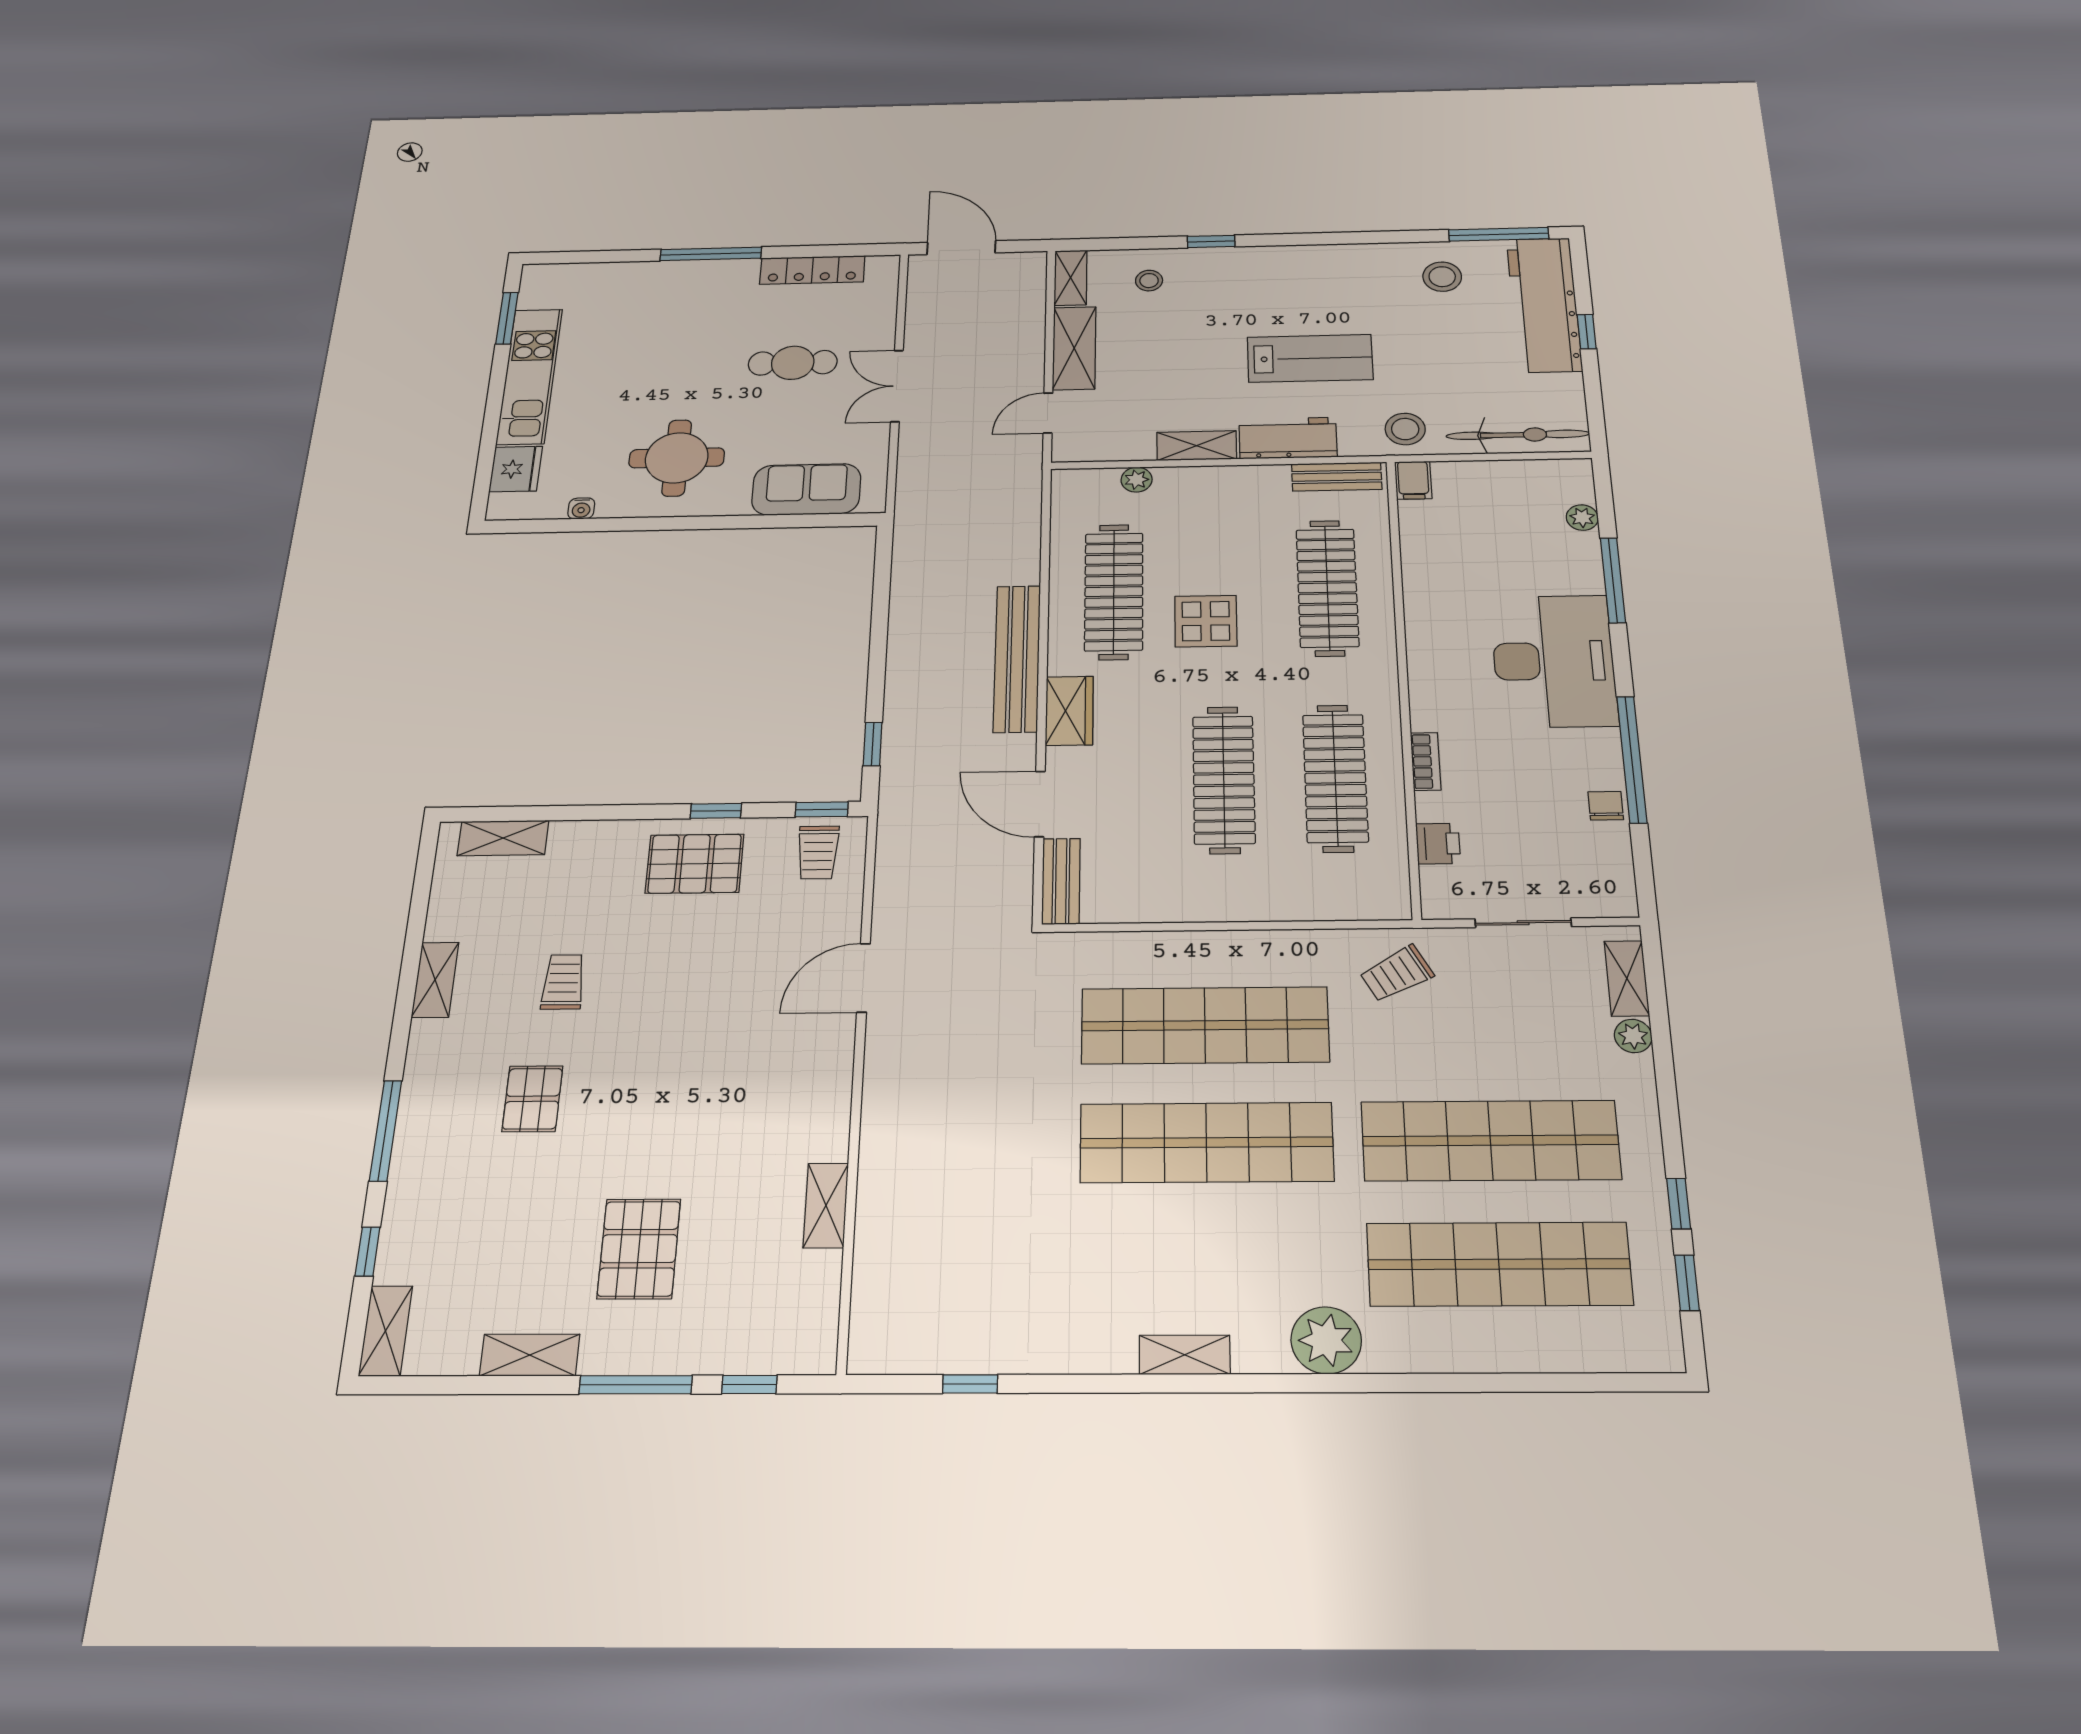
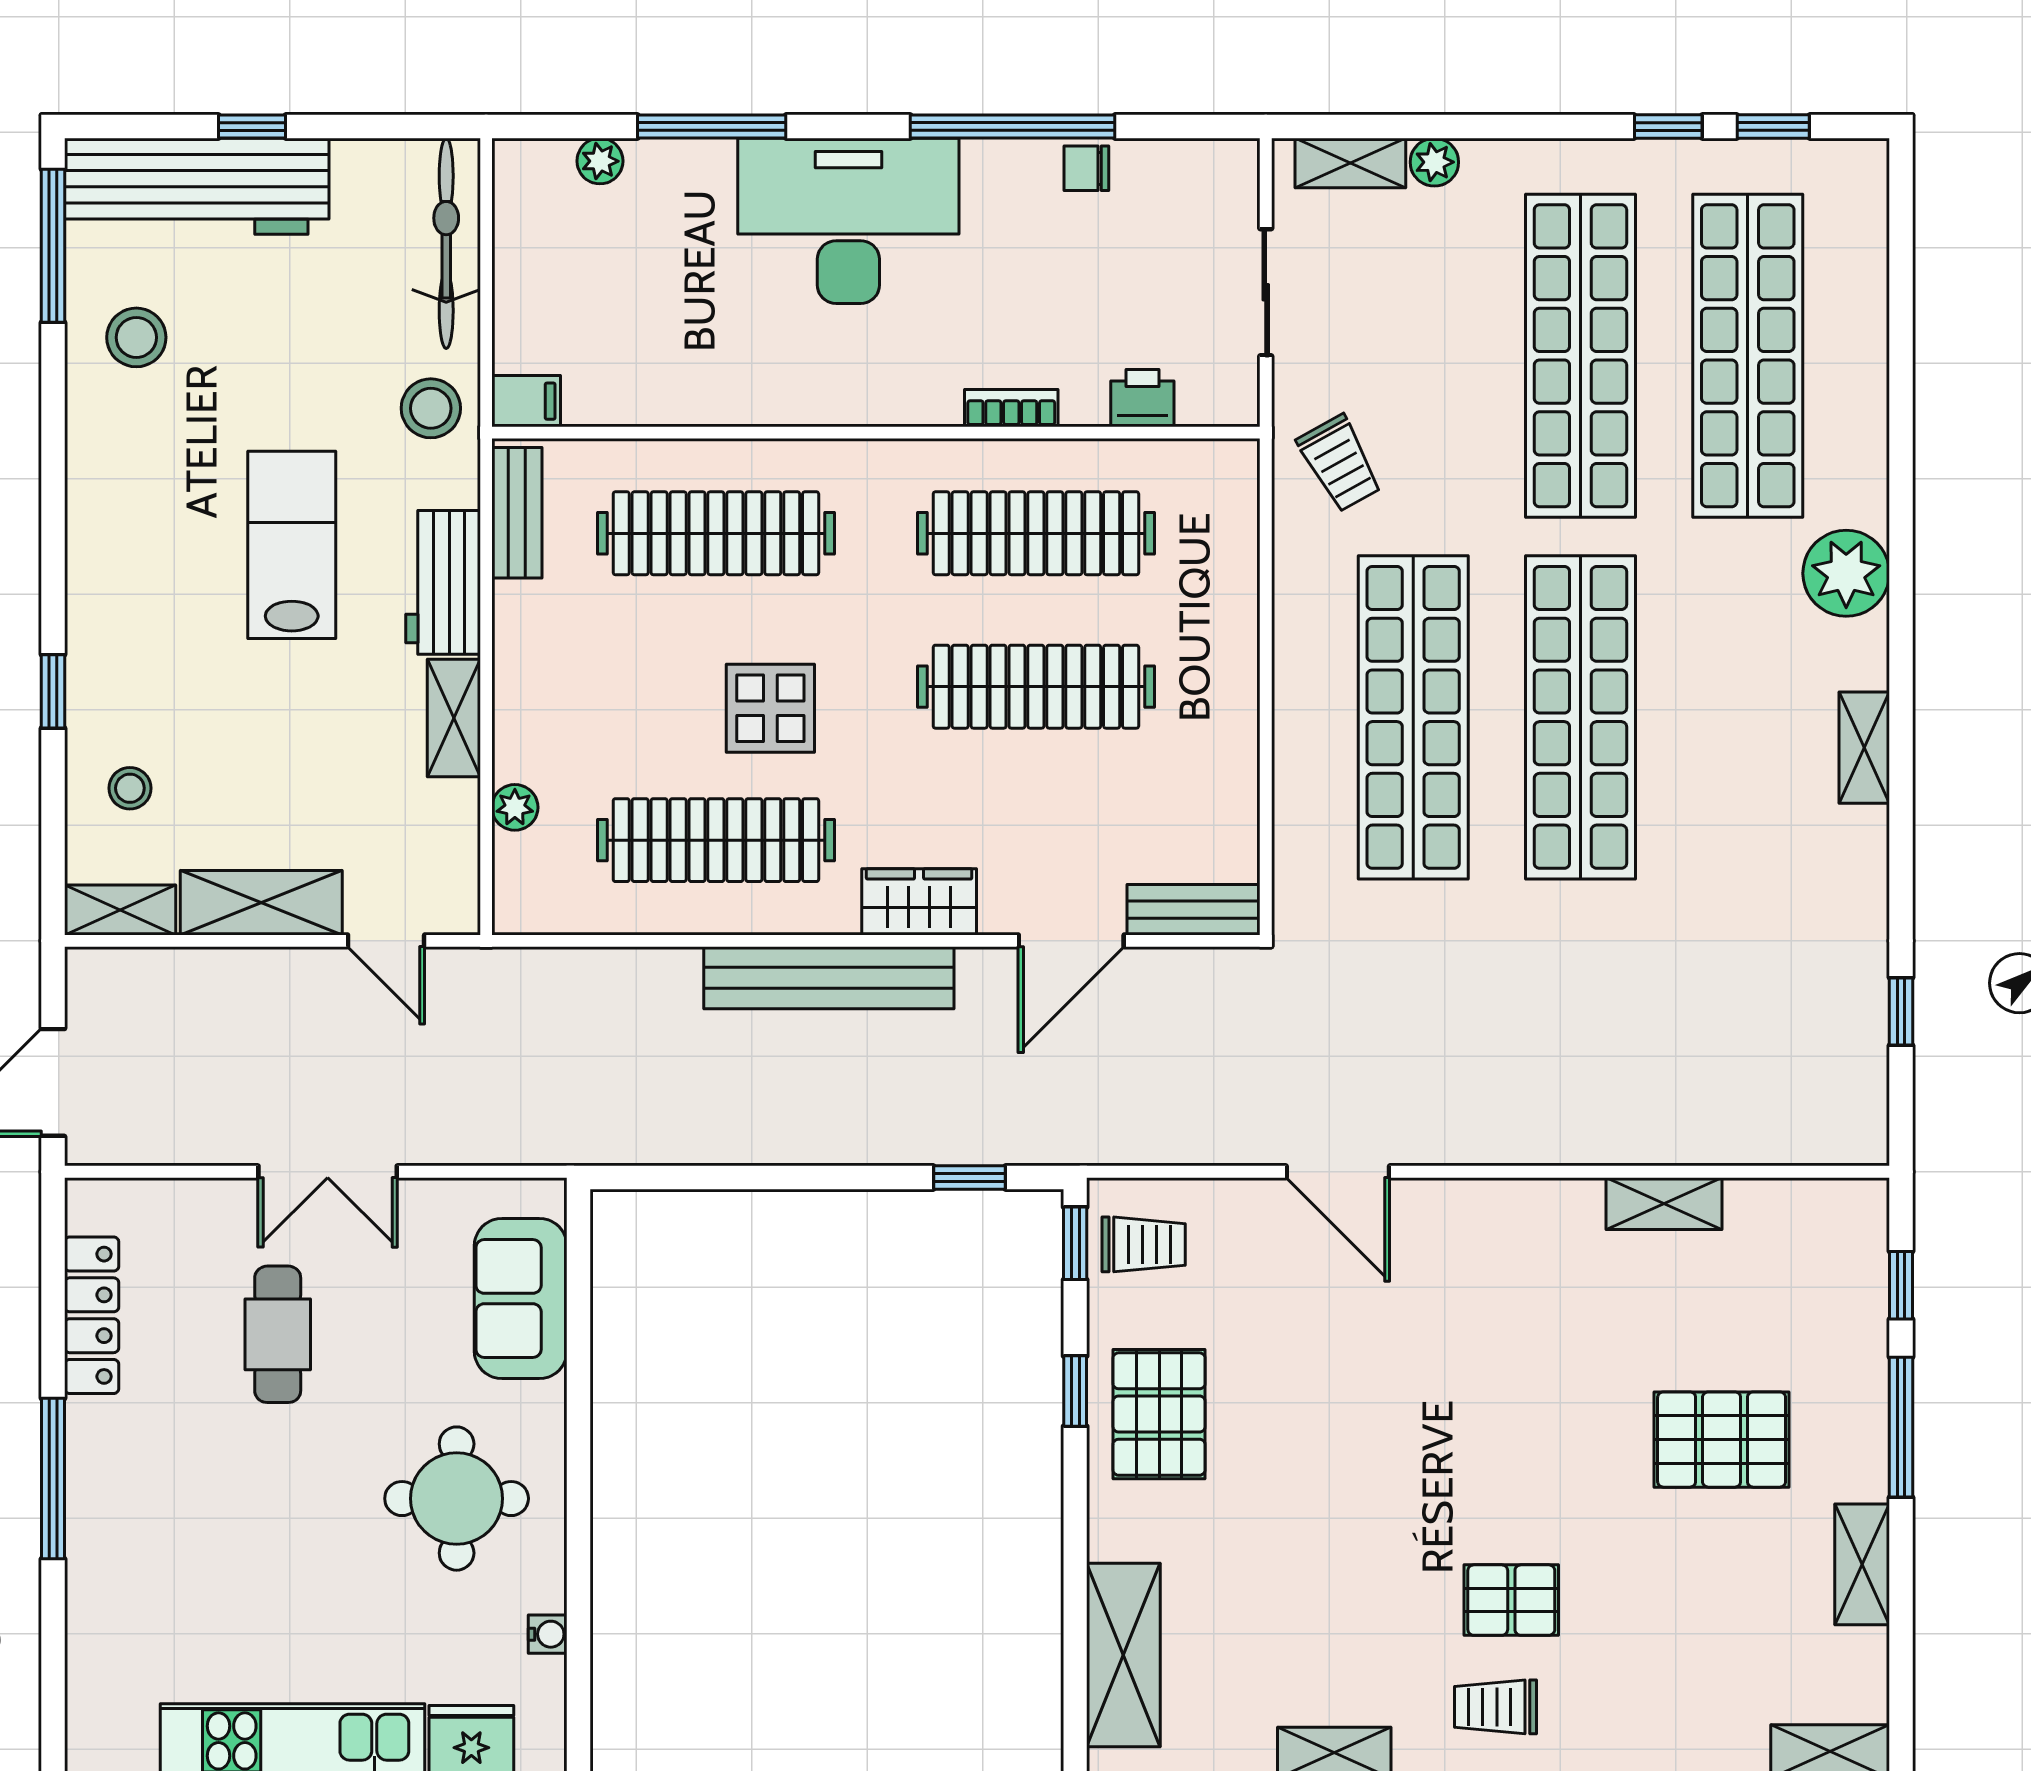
shelving: (503, 838) -> (1123, 1655), width x1.50, depth x1.33
trolley: (563, 982) -> (1496, 1707), moved

